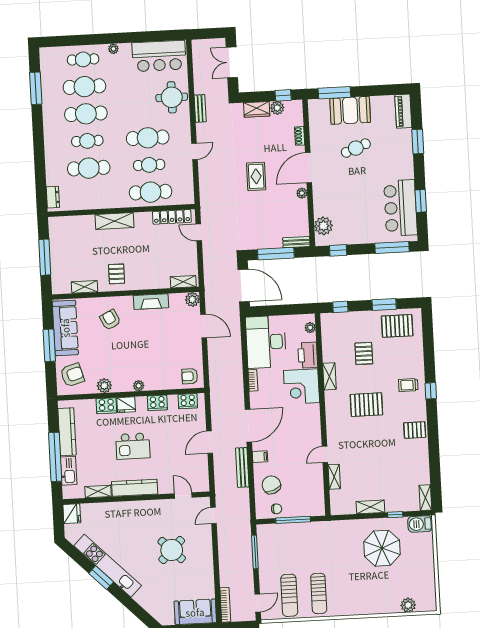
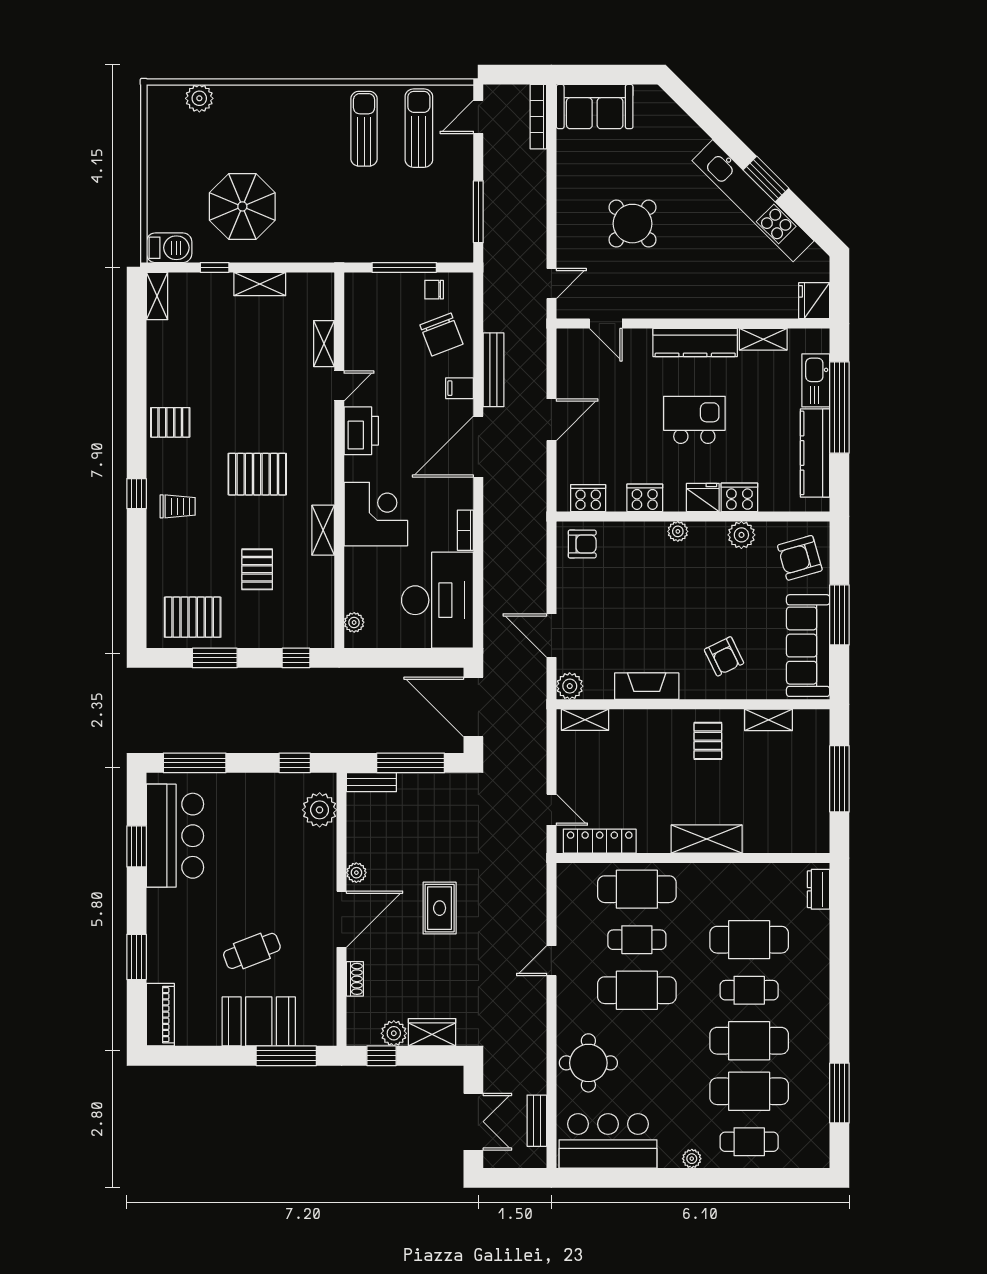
bench: (200, 108) -> (537, 1121), moved
printer: (308, 355) -> (361, 431), moved

